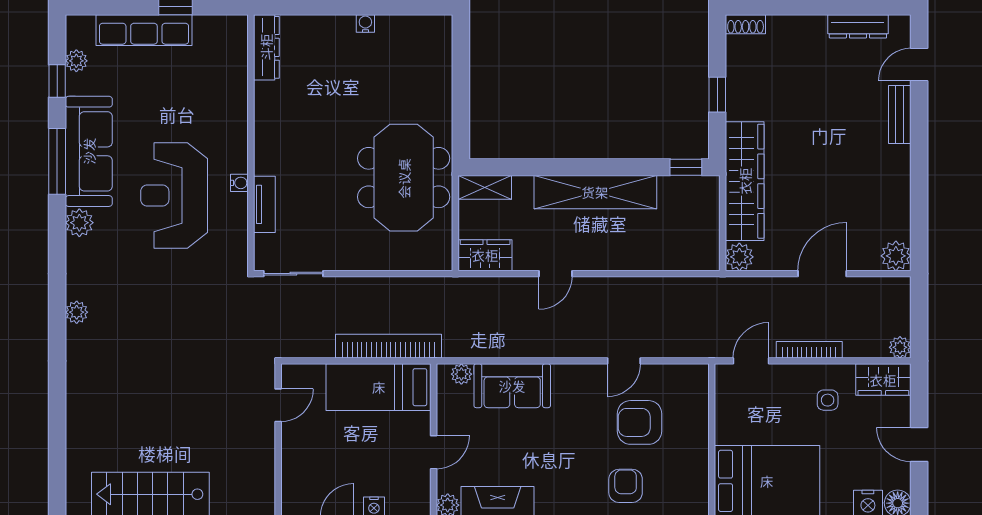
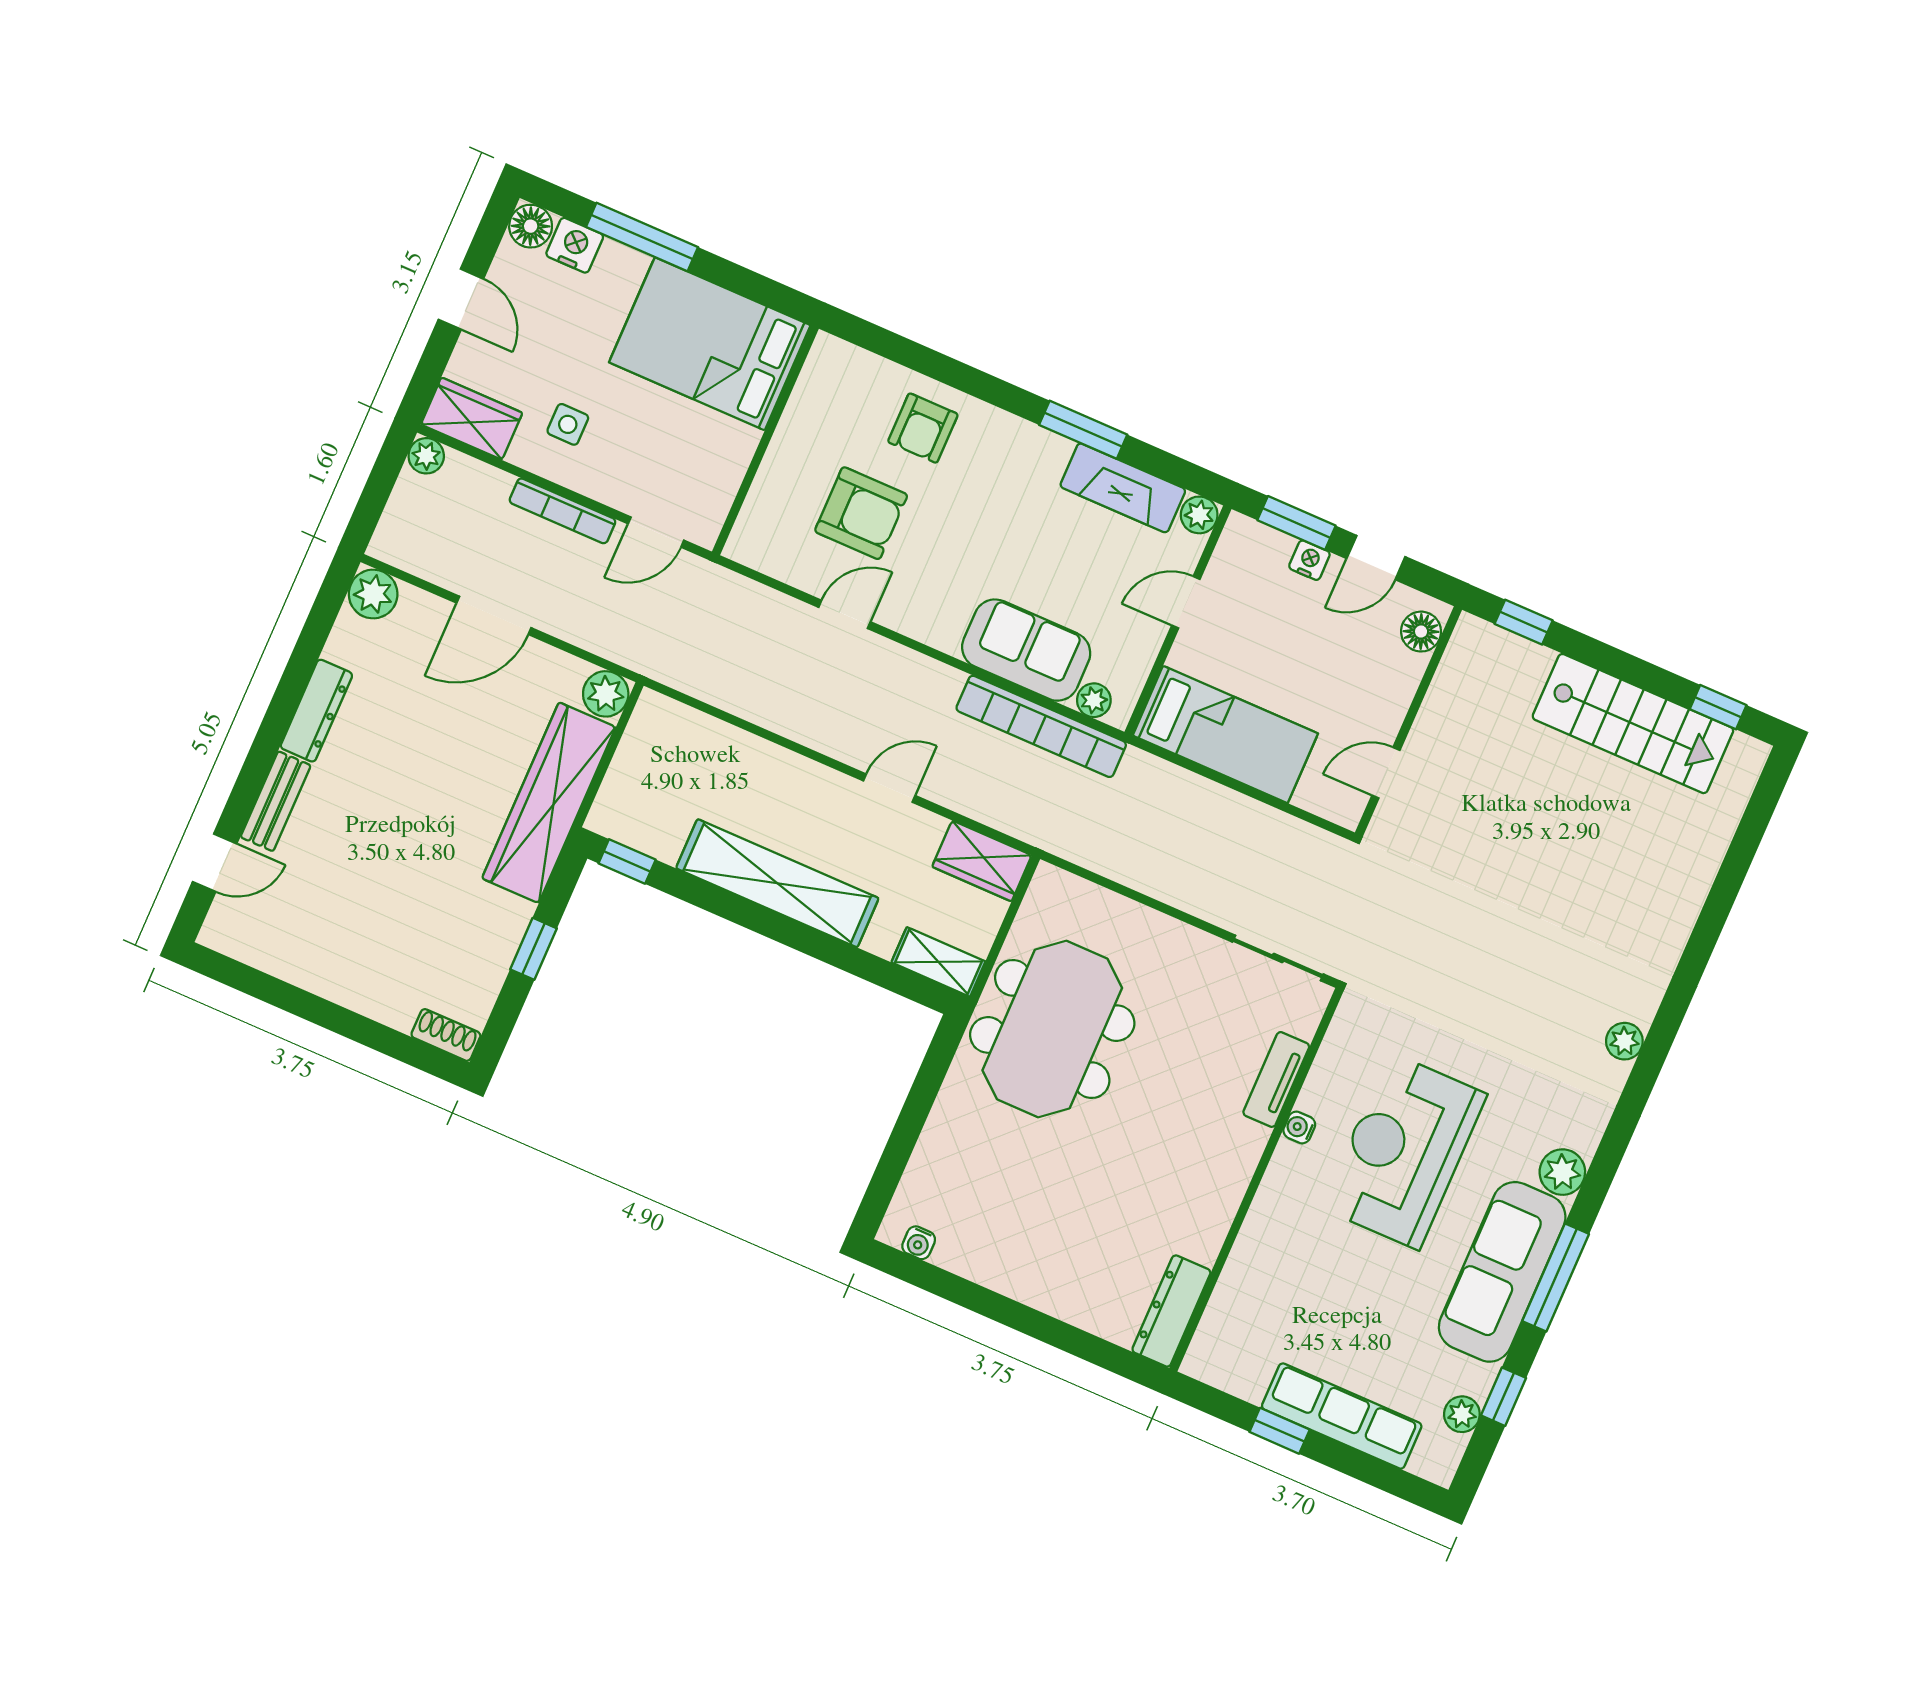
water cooler: (365, 23) -> (919, 1243), moved
dresser: (858, 26) -> (316, 711), moved, turned 90
reception desk: (174, 195) -> (1404, 1151), turned 180
bookcase: (389, 346) -> (1041, 726), moved
floor lamp: (293, 494) -> (1421, 632), added

